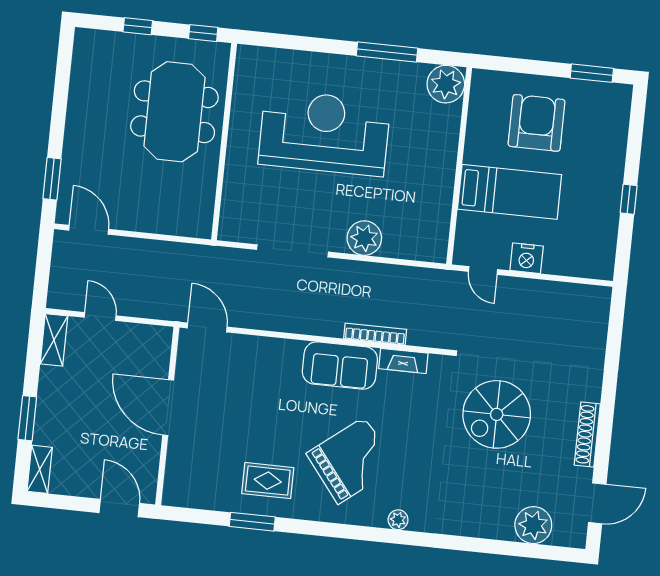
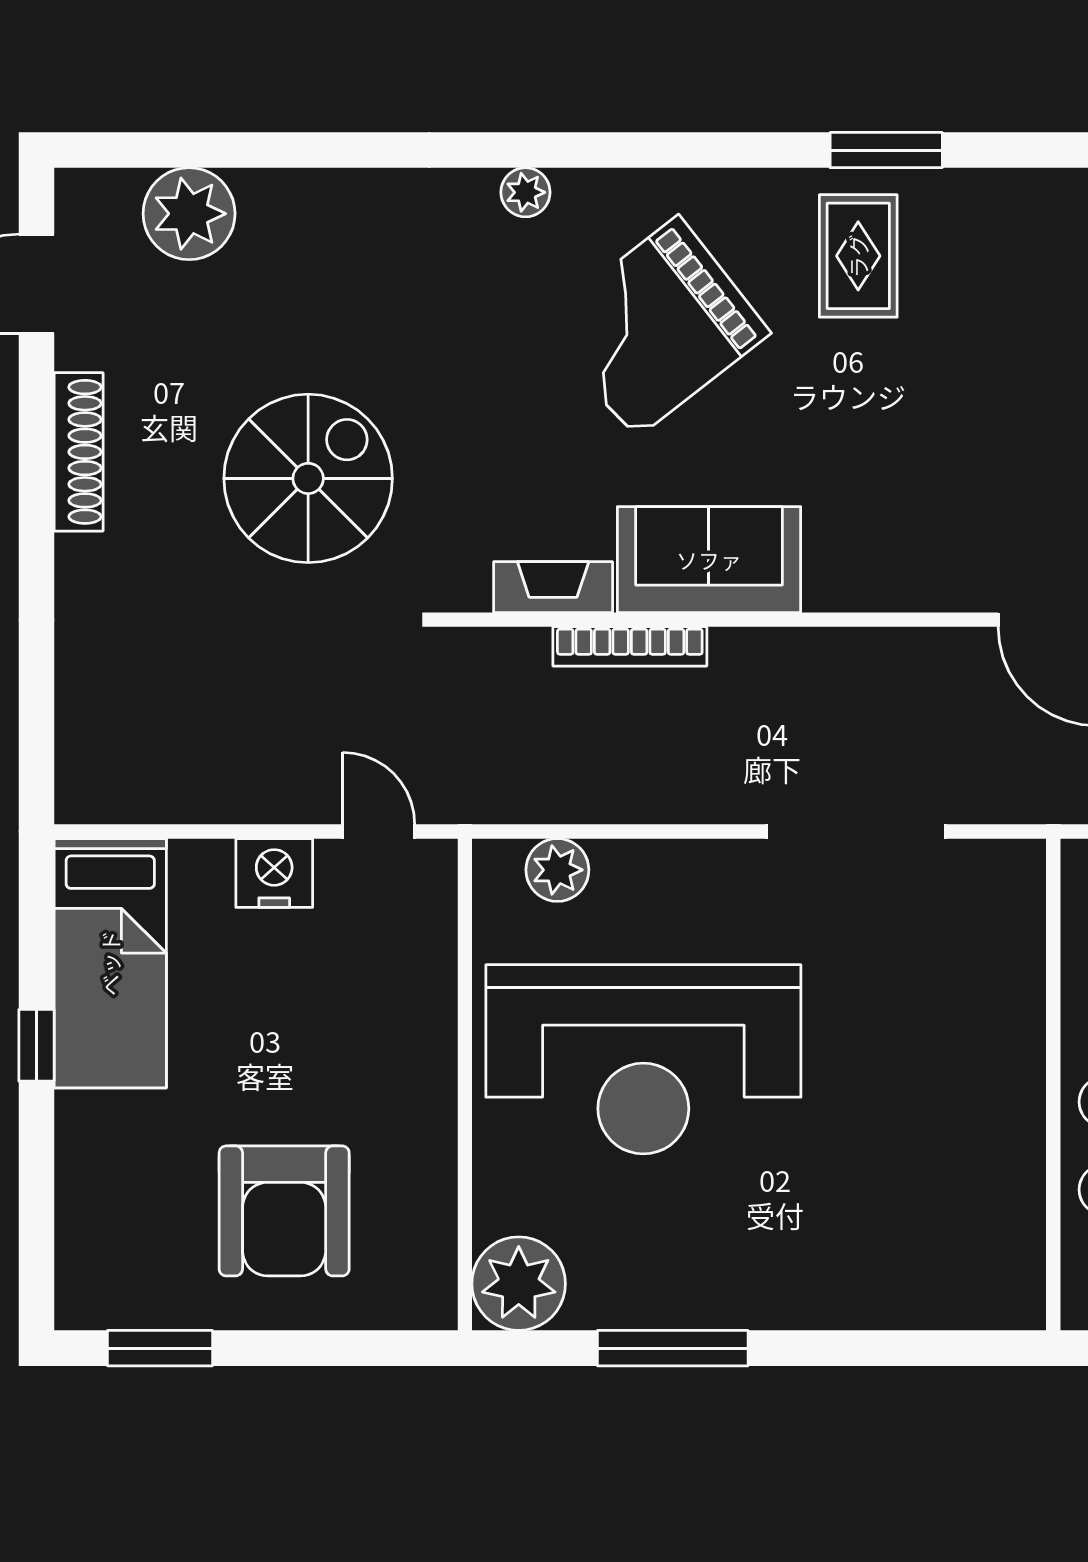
reception desk: (324, 133) -> (643, 1059), moved
bed: (510, 192) -> (110, 963), moved, turned -90
plant: (364, 238) -> (557, 870), moved, width x0.73, depth x0.73
rug: (268, 481) -> (858, 256), turned 90

